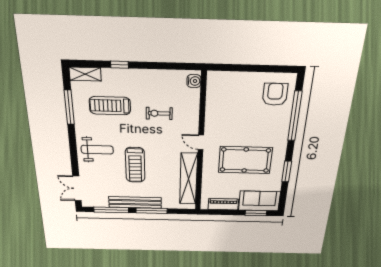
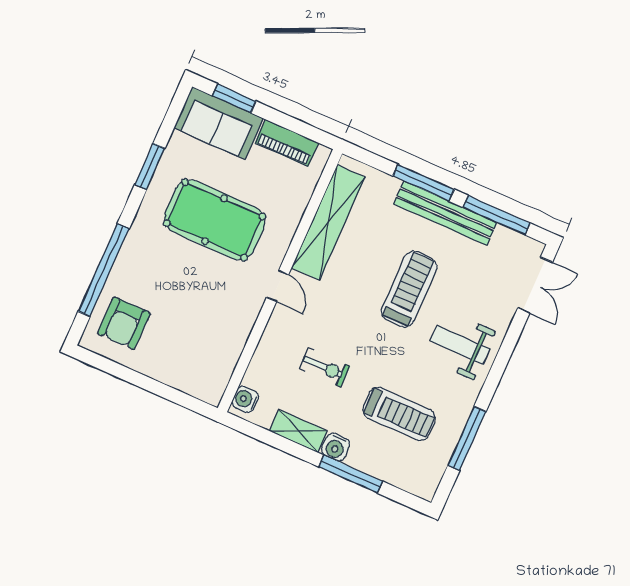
window: (120, 65) -> (351, 474), width x2.17
shelving: (85, 74) -> (298, 431), moved
water cooler: (134, 76) -> (336, 447), added

